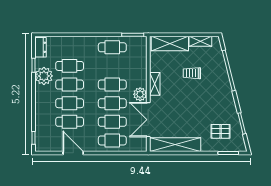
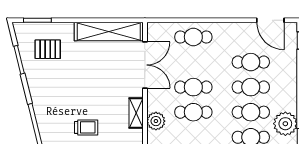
plant: (140, 94) -> (156, 121), moved
cafe table: (112, 122) -> (193, 62), removed
door: (73, 153) -> (270, 20), moved

